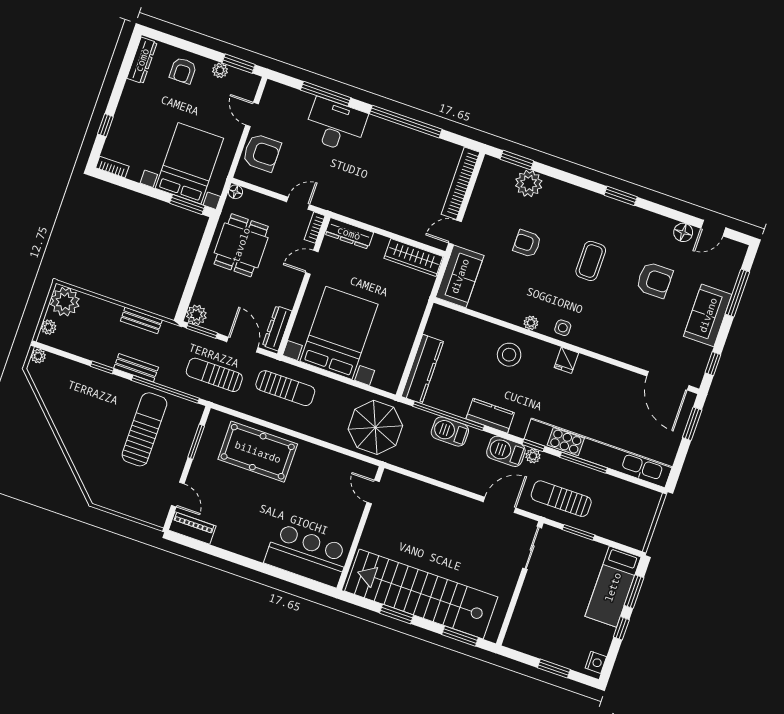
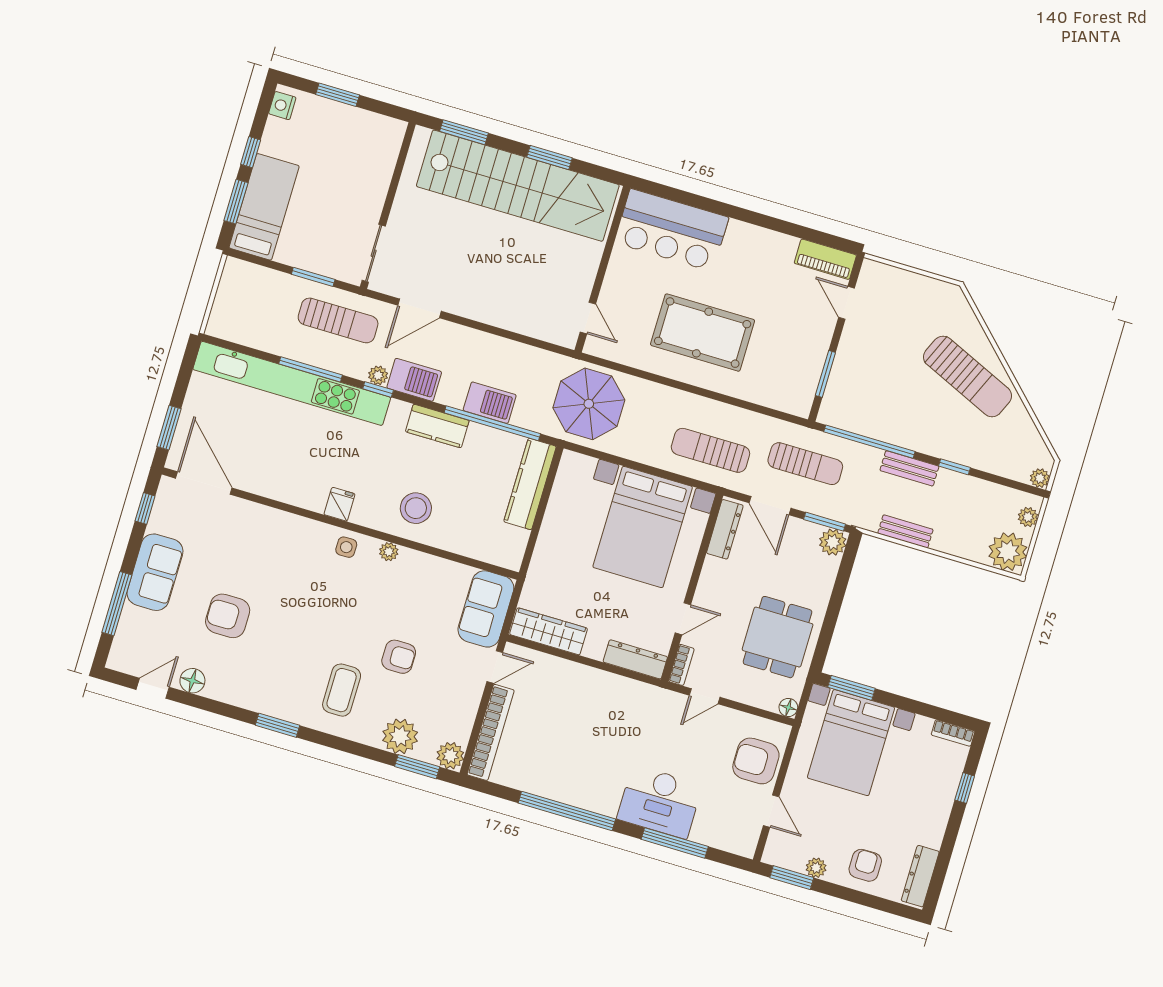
plant: (492, 167) -> (450, 756), added
coffee table: (591, 261) -> (342, 690), moved
sun lounger: (144, 429) -> (968, 376), moved, turned -66
pool table: (258, 452) -> (703, 333), moved

